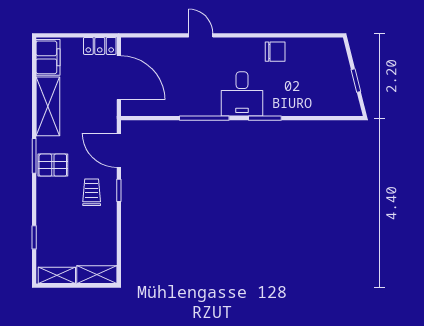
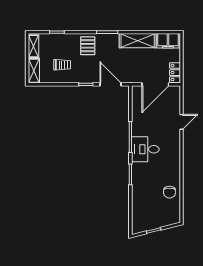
door: (201, 35) -> (181, 122), moved
chair: (275, 52) -> (170, 192), moved
desk: (242, 94) -> (145, 149), moved
door: (119, 150) -> (111, 84), hinge flipped
pallet: (53, 165) -> (88, 46), moved
trolley: (92, 192) -> (62, 65), moved

